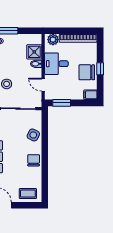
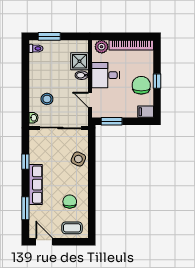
chair: (87, 72) -> (141, 85), turned 90
chair: (34, 160) -> (70, 202), moved

